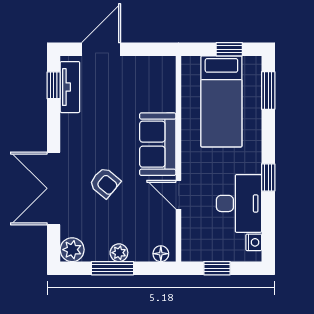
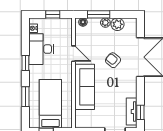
window: (268, 91) -> (25, 97), moved
sofa: (158, 144) -> (85, 87), width x1.36
plant: (72, 250) -> (117, 24), moved
window: (112, 268) -> (99, 14), moved

